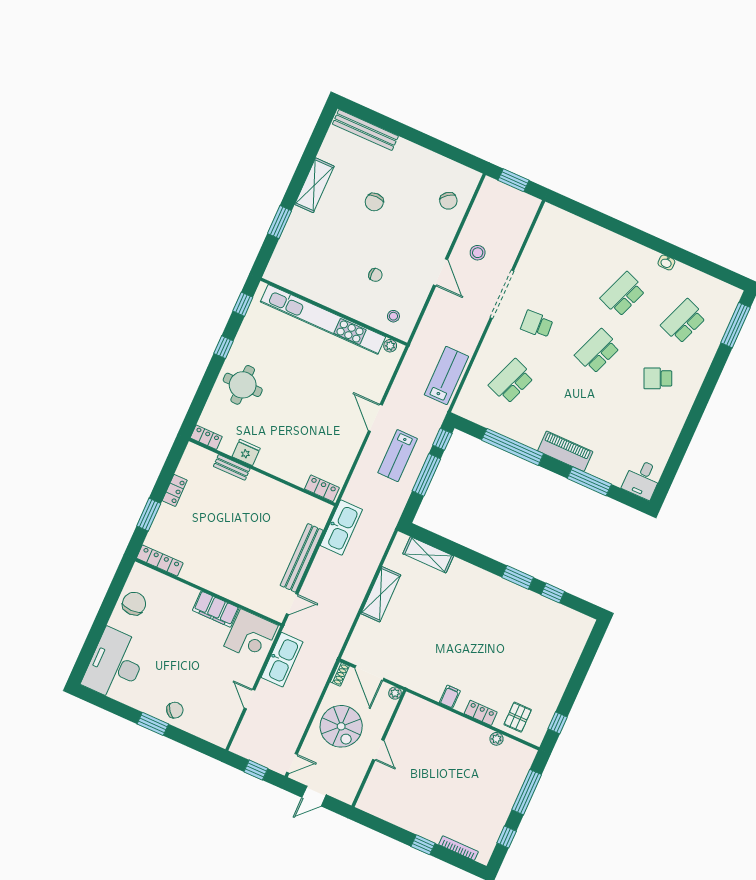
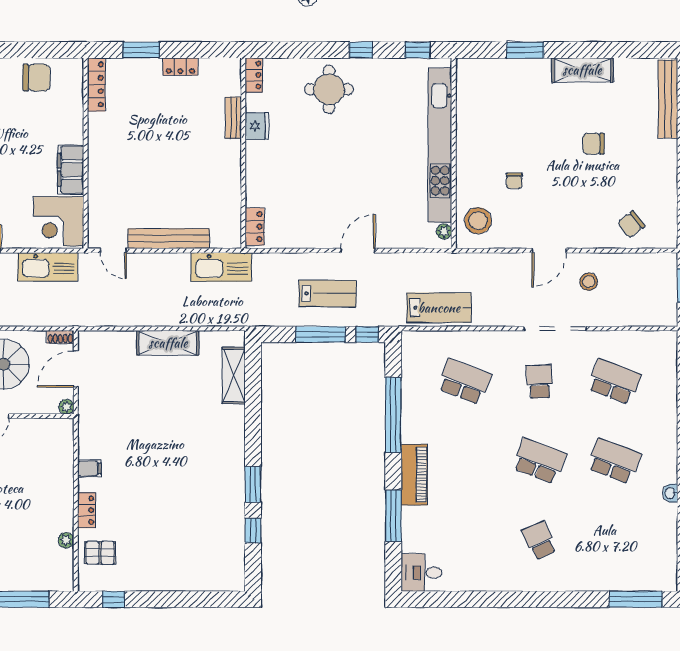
stool: (393, 316) -> (478, 221), width x1.89, depth x1.89
school desk: (683, 321) -> (614, 382), moved
lab bench: (398, 456) -> (327, 293), turned 180

